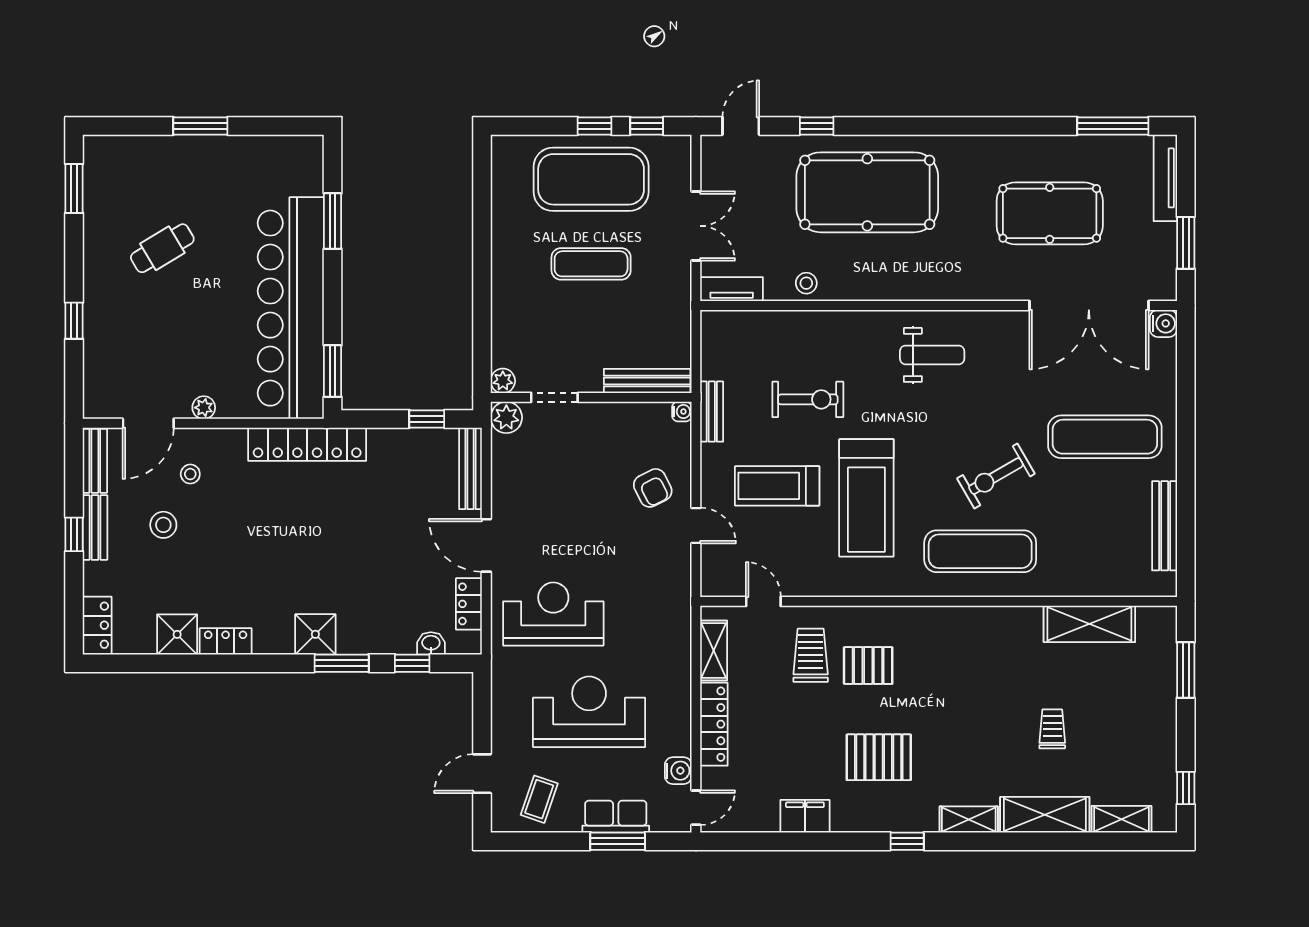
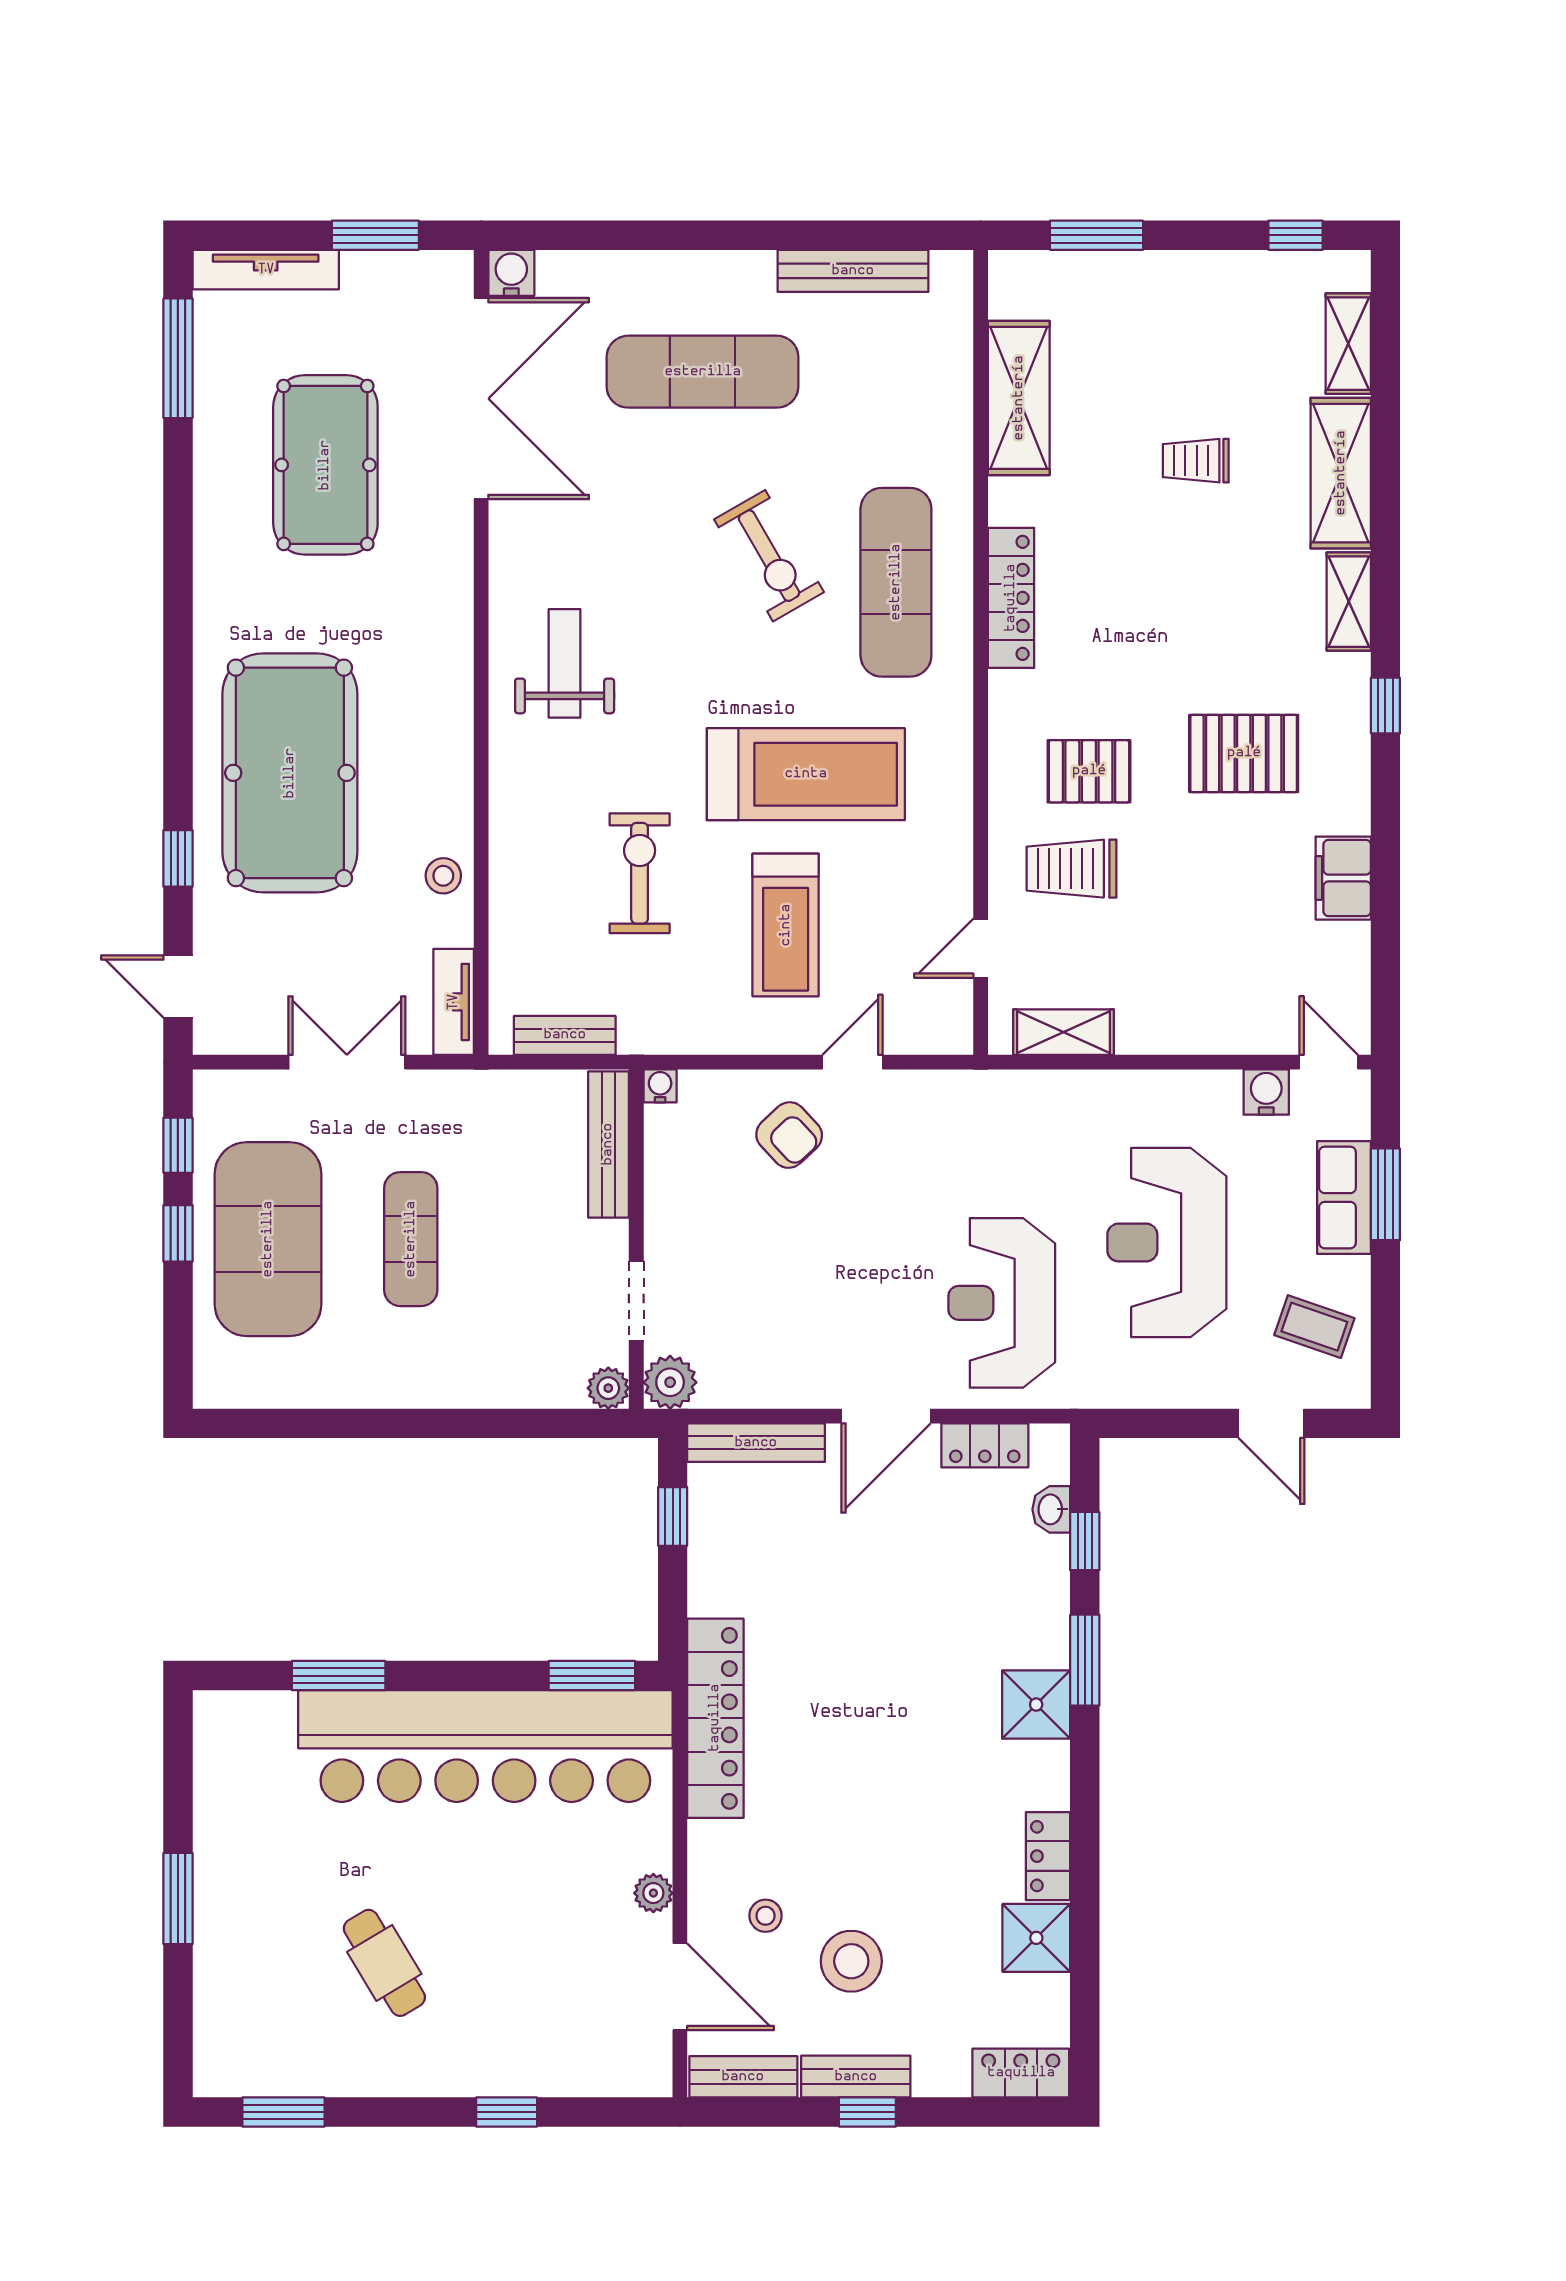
bench: (712, 412) -> (565, 1035), moved
exercise mat: (1105, 437) -> (703, 372), turned 90
armchair: (653, 488) -> (789, 1135), turned 74
stool: (163, 525) -> (851, 1961), width x1.38, depth x1.38
pallet: (868, 666) -> (1089, 771), turned 90
locker: (714, 724) -> (1011, 598), moved, turned 90
pallet: (879, 757) -> (1244, 753), turned 90

